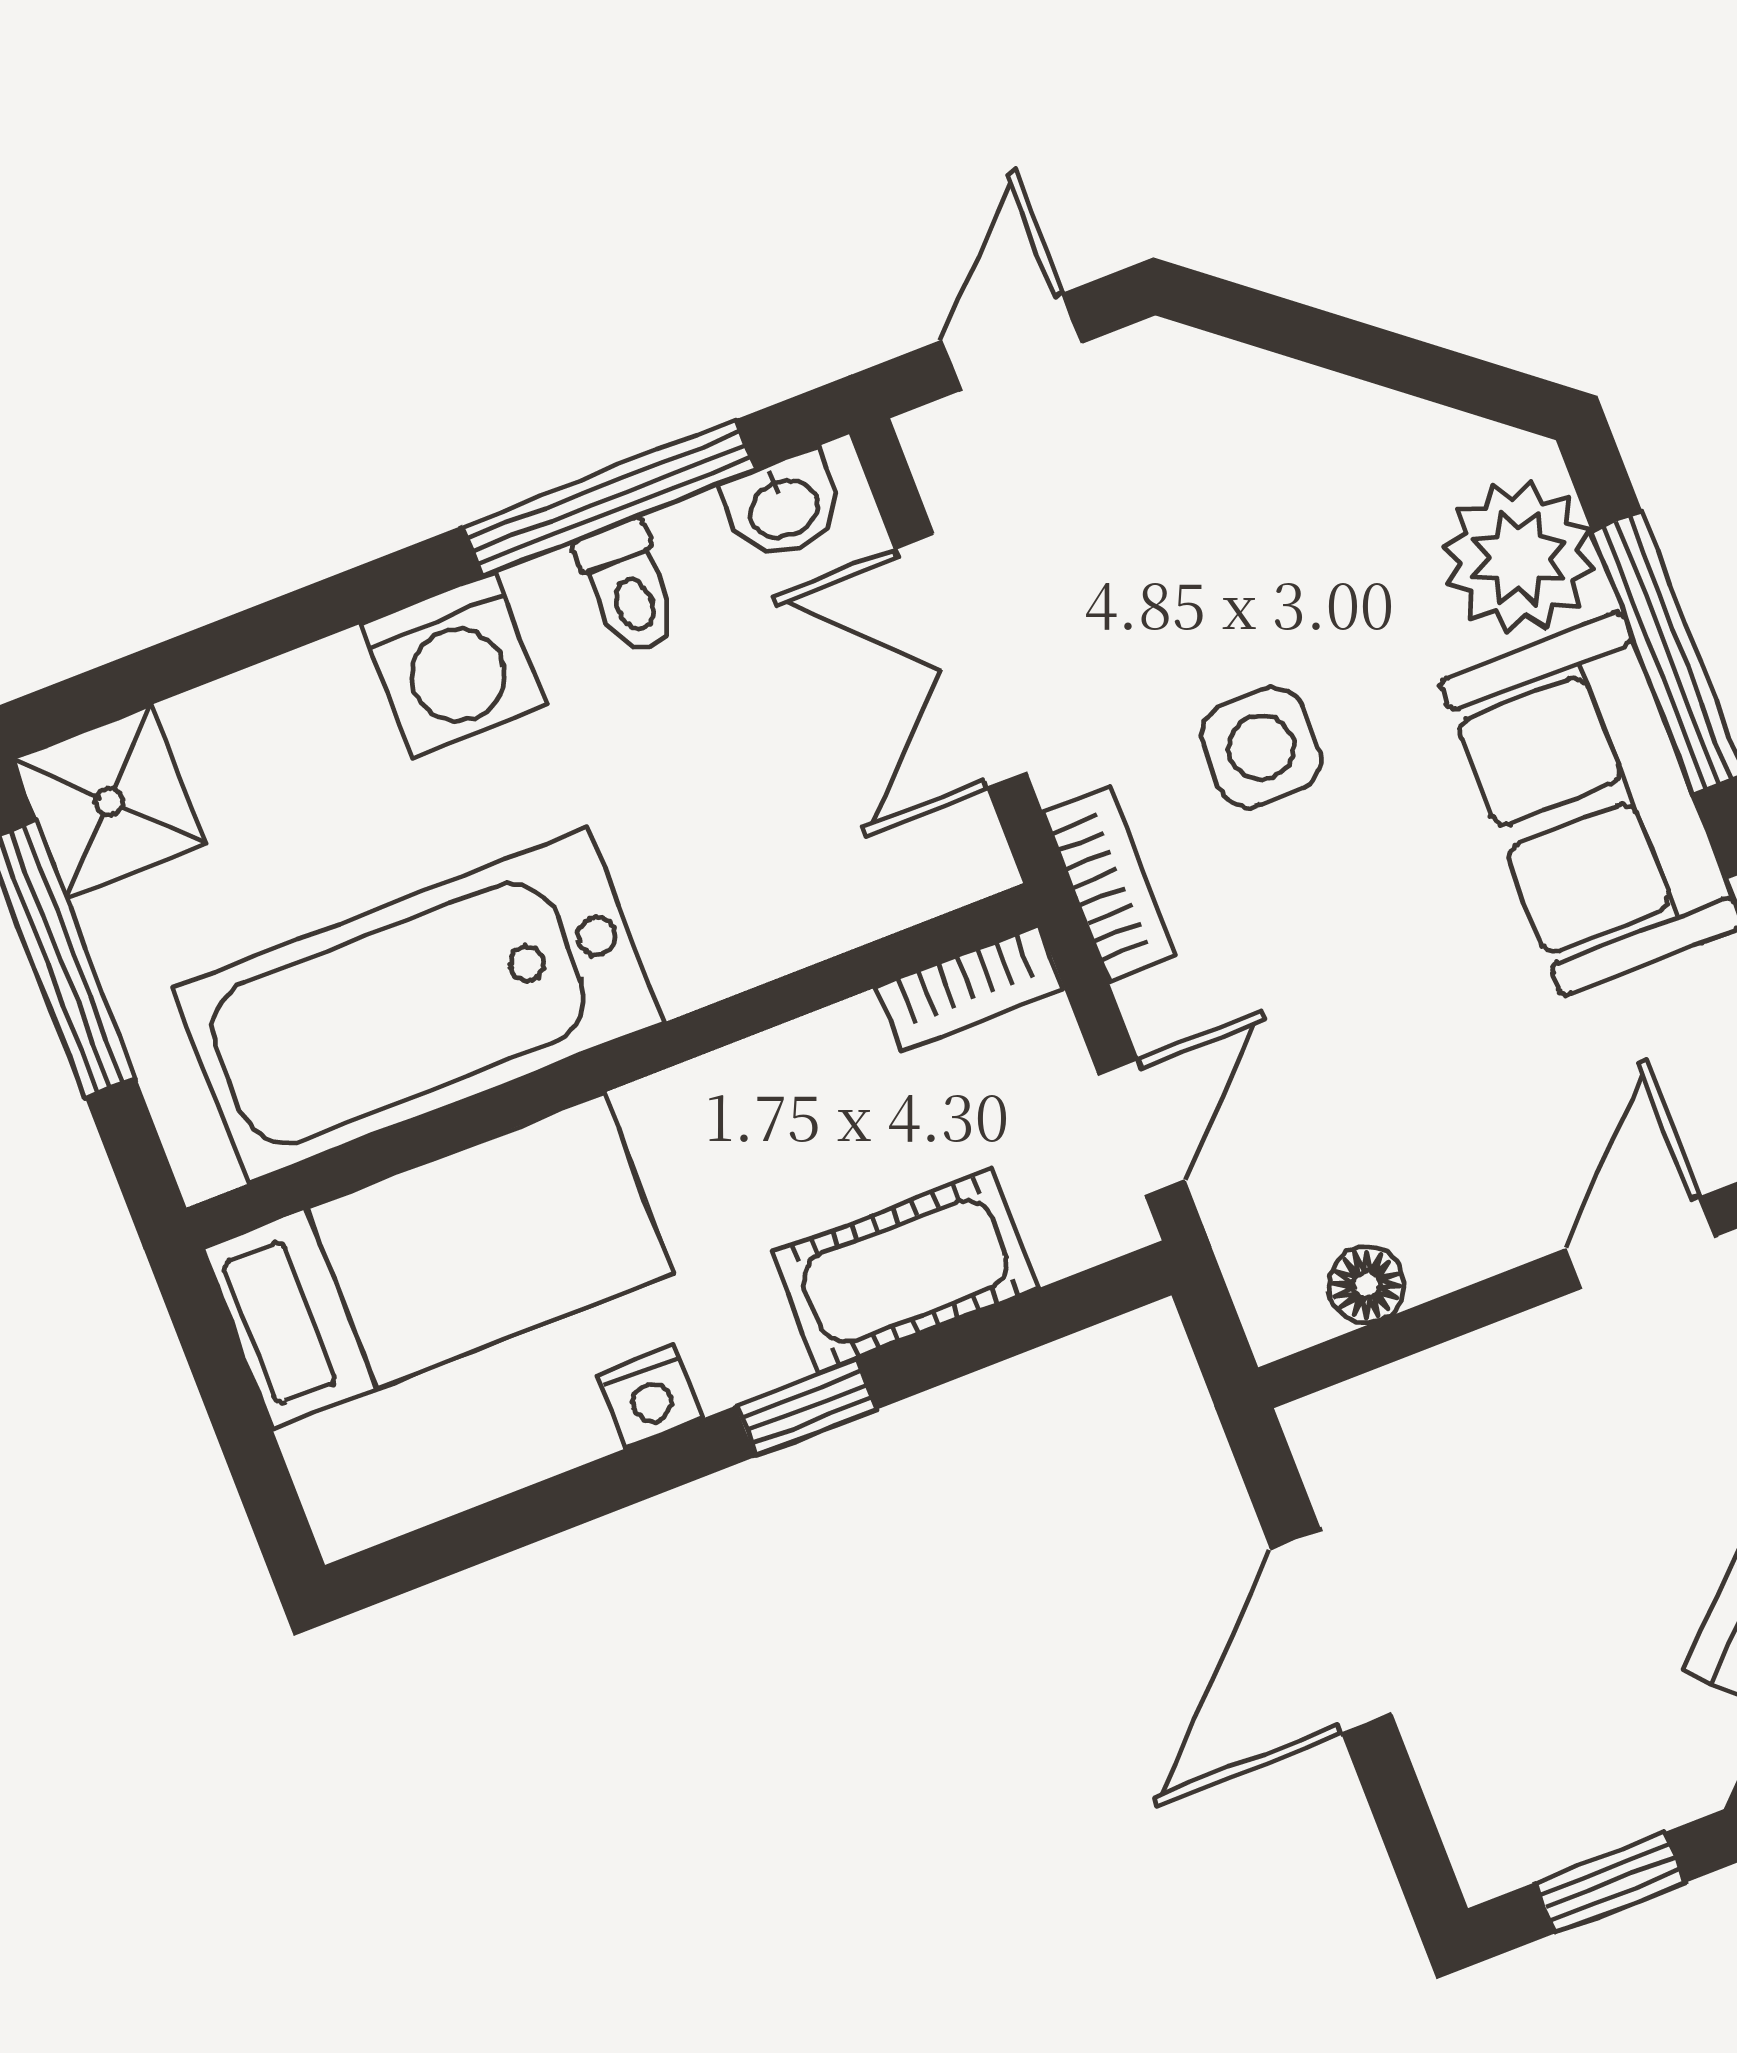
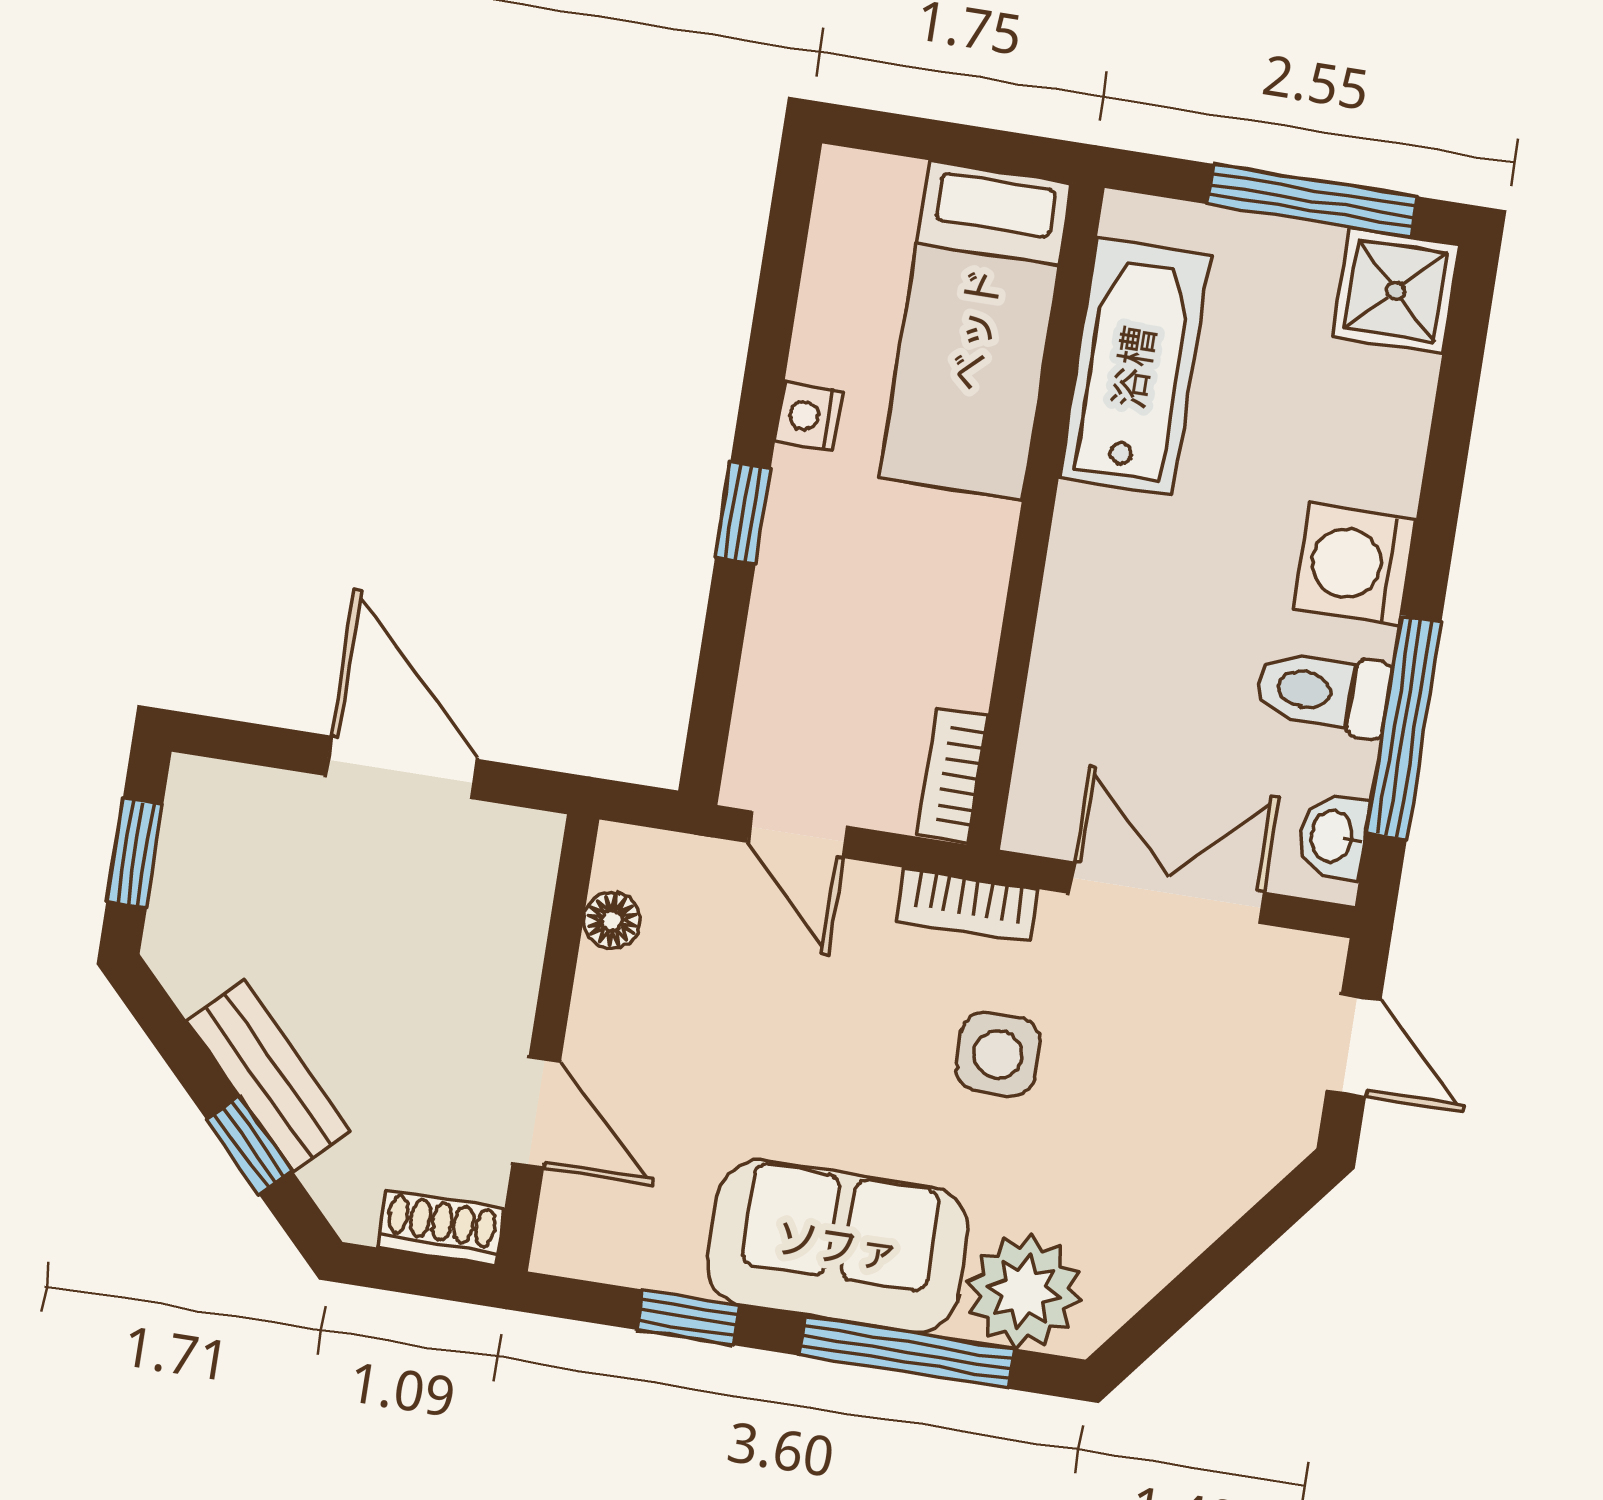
toilet: (628, 588) -> (1323, 692), width x1.37, depth x1.39
bathtub: (419, 1005) -> (1134, 367), width x0.73, depth x0.73
cot: (906, 1271) -> (794, 628), removed

